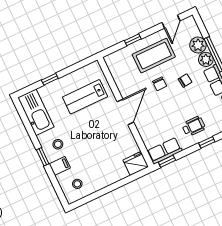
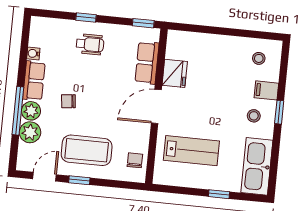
window: (133, 40) -> (79, 180), moved
chair: (160, 84) -> (135, 160), moved
wheelchair: (194, 126) -> (90, 44), turned 180
row of seats: (165, 151) -> (147, 63), moved, turned 90
fridge: (136, 163) -> (175, 73), moved, turned -90

